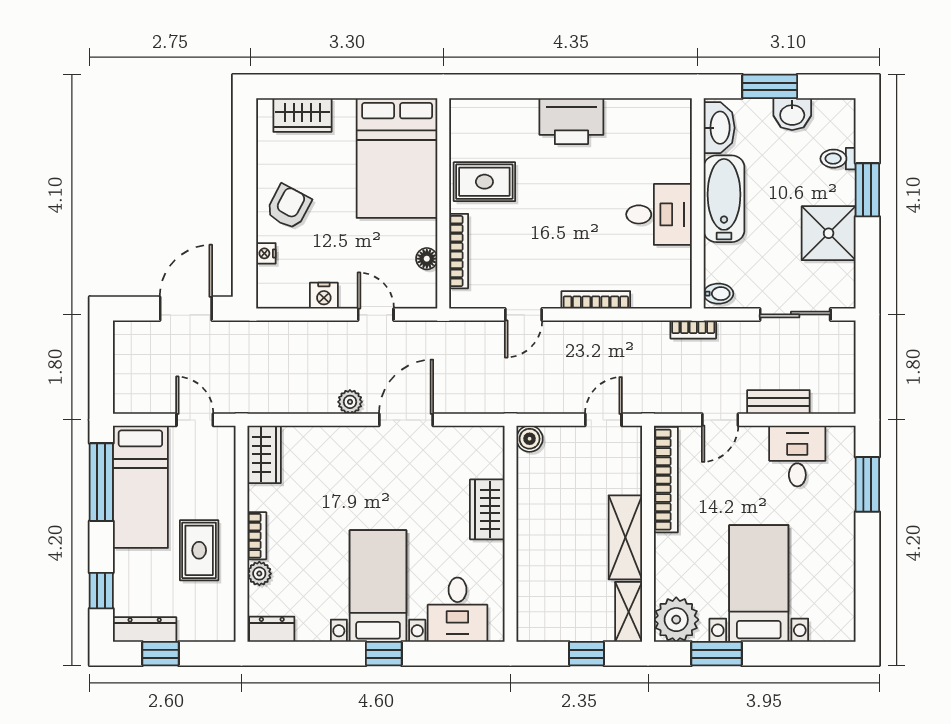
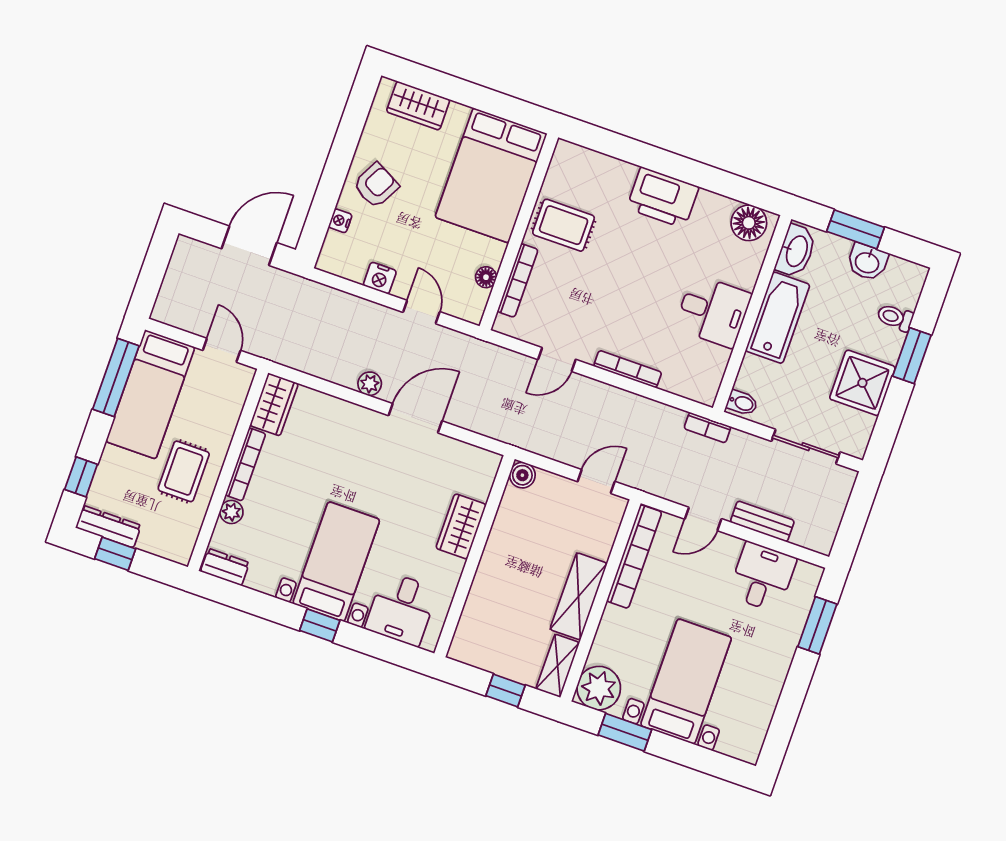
floor lamp: (664, 116) -> (749, 223), added
bookcase: (257, 536) -> (246, 464), width x1.56

